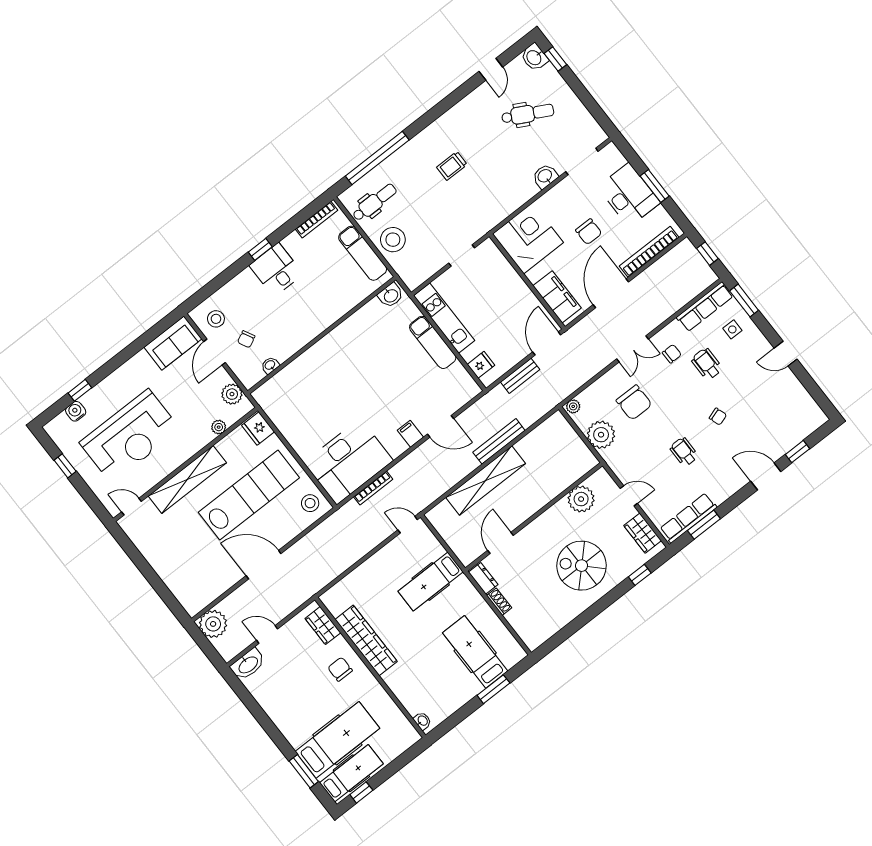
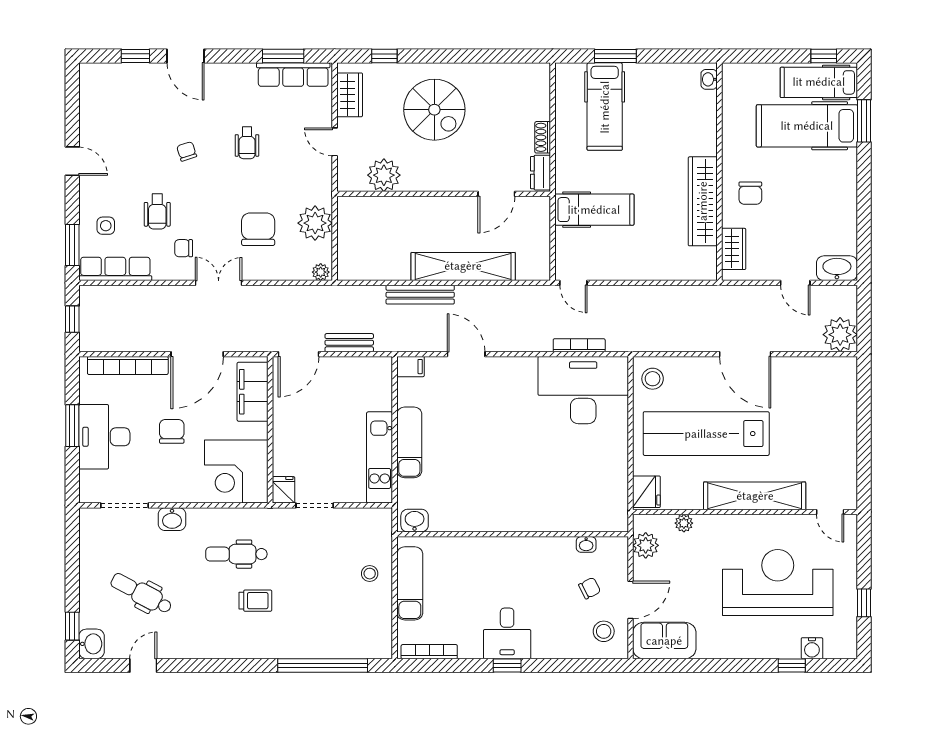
dental chair: (374, 202) -> (236, 554), moved
stool: (393, 240) -> (370, 574), width x0.53, depth x0.53
fridge: (481, 365) -> (284, 490), moved, turned 90
filing cabinet: (410, 434) -> (411, 367), moved, turned -90

